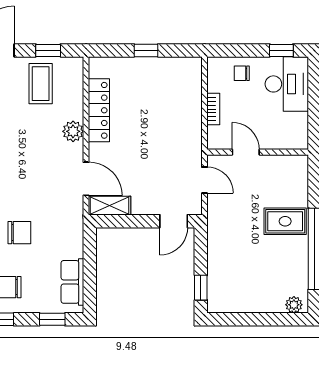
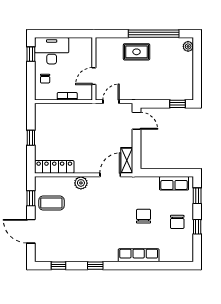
locker: (99, 110) -> (54, 167), moved
rug: (285, 221) -> (137, 52), turned 90

